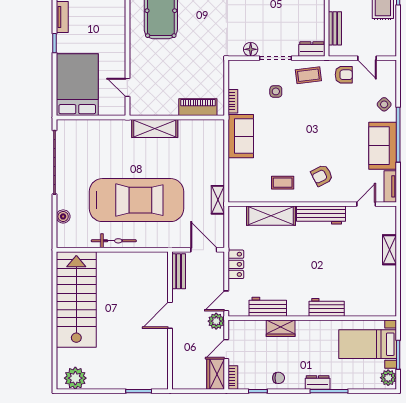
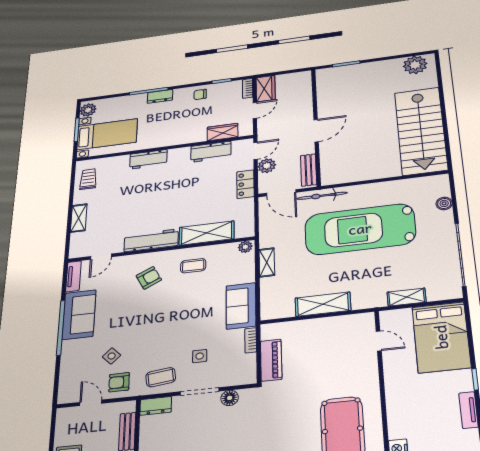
side table: (384, 104) -> (112, 356), moved
piano: (198, 107) -> (271, 360), moved, turned -90
shelving: (102, 126) -> (407, 297), added
shelving: (155, 128) -> (323, 304), moved
plant: (237, 196) -> (245, 247), added
shelving: (218, 200) -> (267, 262), moved
bicycle: (114, 241) -> (322, 196), moved
trolley: (383, 293) -> (88, 179), added
plant: (216, 321) -> (267, 166), moved
wardrobe: (281, 328) -> (223, 132), moved

